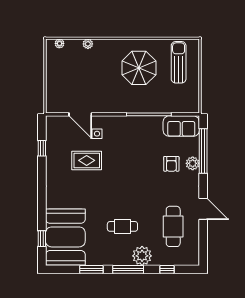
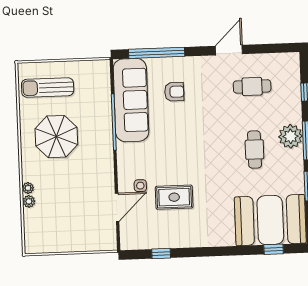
plant: (59, 43) -> (28, 188), moved
sofa: (181, 126) -> (131, 100), width x1.85, depth x1.27
rug: (87, 160) -> (174, 197), turned 90
plant: (193, 163) -> (173, 65), removed
cafe table: (173, 226) -> (252, 86), width x0.73, depth x0.74
plant: (142, 256) -> (290, 136), moved

